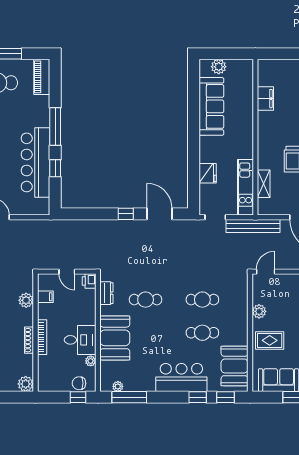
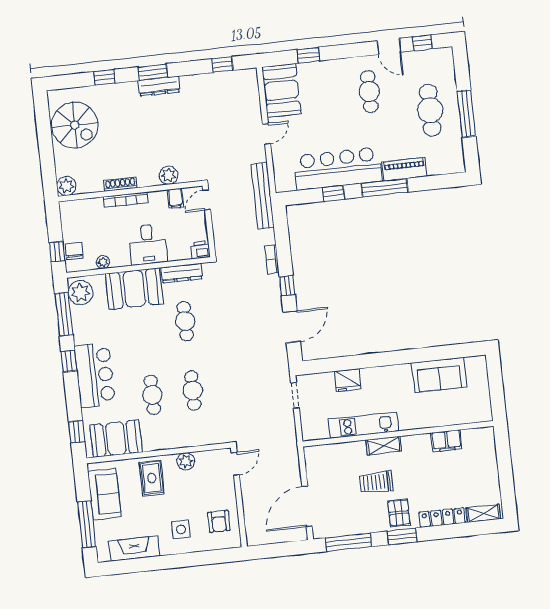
plant: (219, 67) -> (479, 380), removed
piano: (42, 77) -> (404, 169), moved
sofa: (211, 106) -> (439, 375), width x0.73
shelving: (264, 184) -> (384, 446), moved
kitchen unit: (246, 187) -> (363, 425), moved
bookcase: (103, 224) -> (272, 259), added
bench: (253, 226) -> (262, 196), moved
door: (67, 272) -> (207, 200), moved
door: (266, 272) -> (235, 464), hinge flipped
dresser: (106, 293) -> (182, 273), width x1.44
desk: (80, 340) -> (148, 244), moved
plant: (118, 386) -> (81, 293), width x1.87, depth x1.87
window: (198, 397) -> (69, 361), moved

